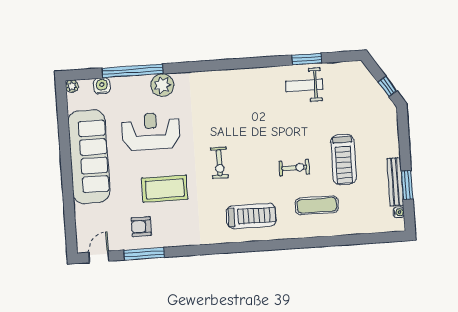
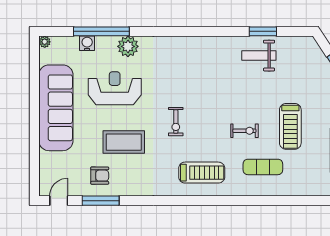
water cooler: (102, 86) -> (87, 43), moved
armchair: (141, 227) -> (100, 176), turned 180

